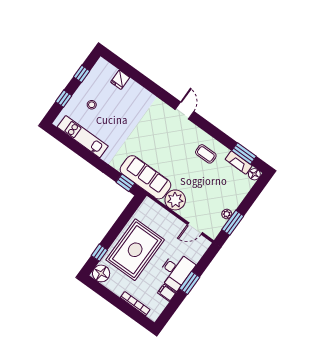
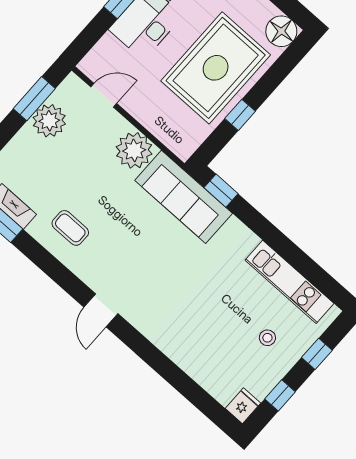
fridge: (120, 80) -> (243, 406), moved
plant: (227, 214) -> (49, 121), width x1.88, depth x1.88
window: (99, 253) -> (240, 115), moved

